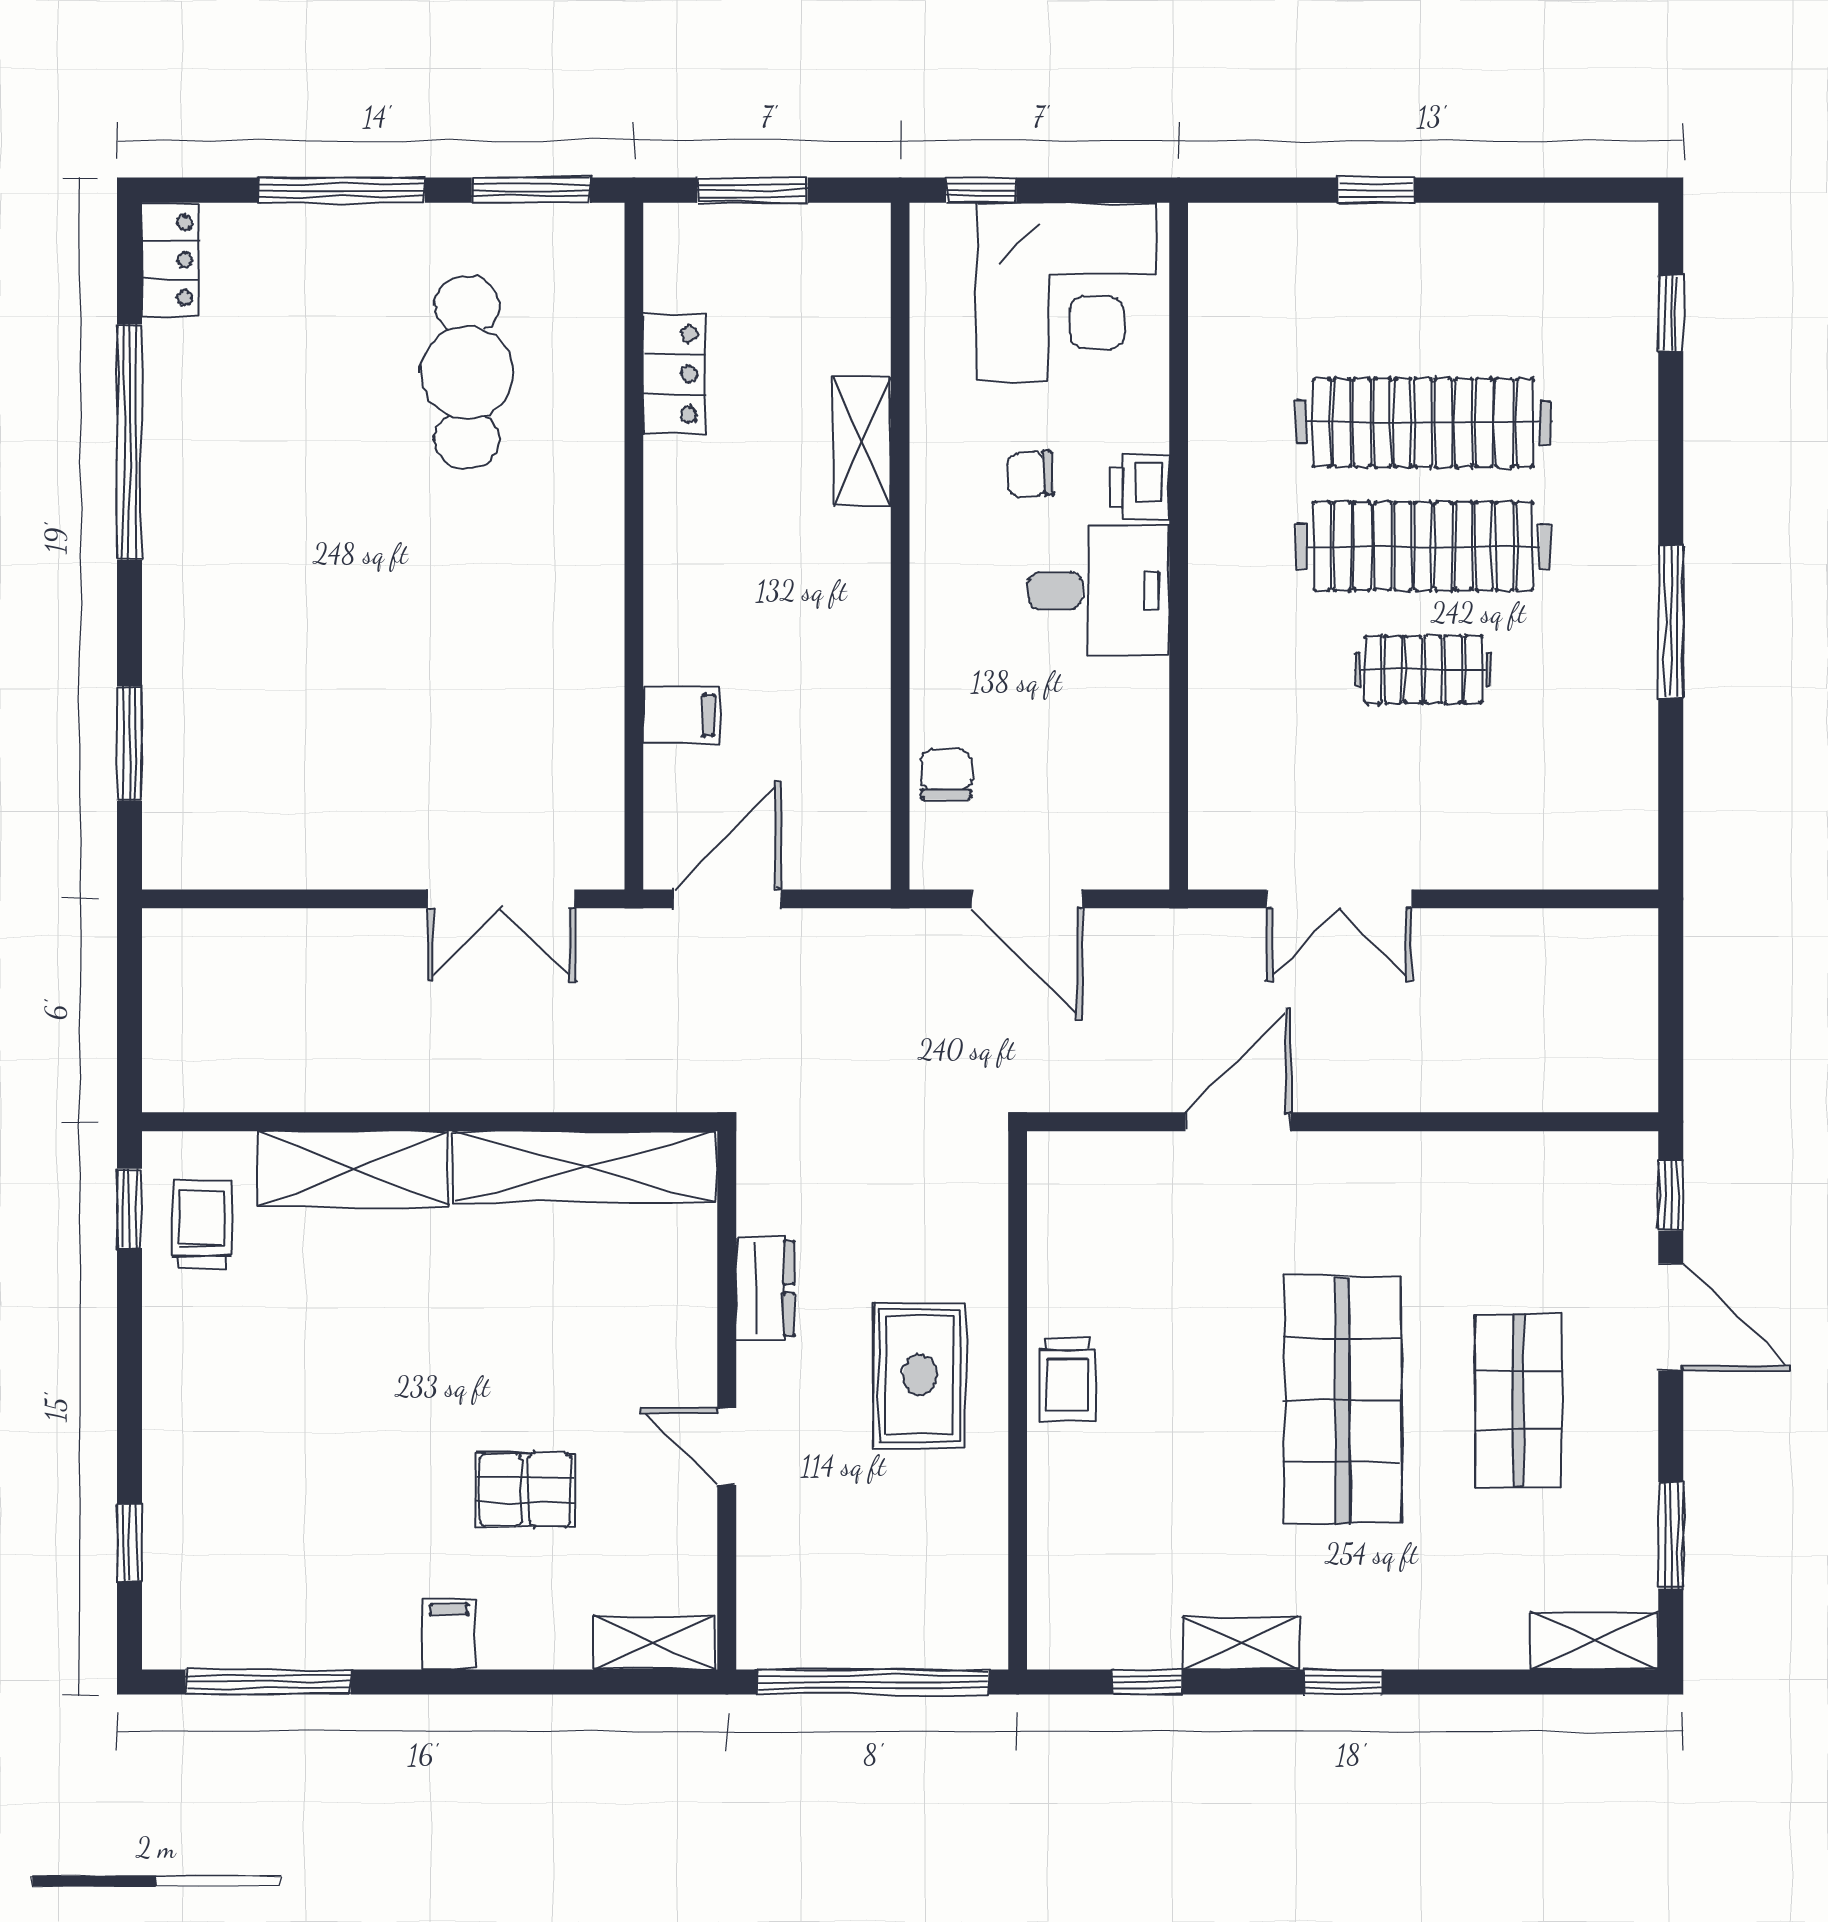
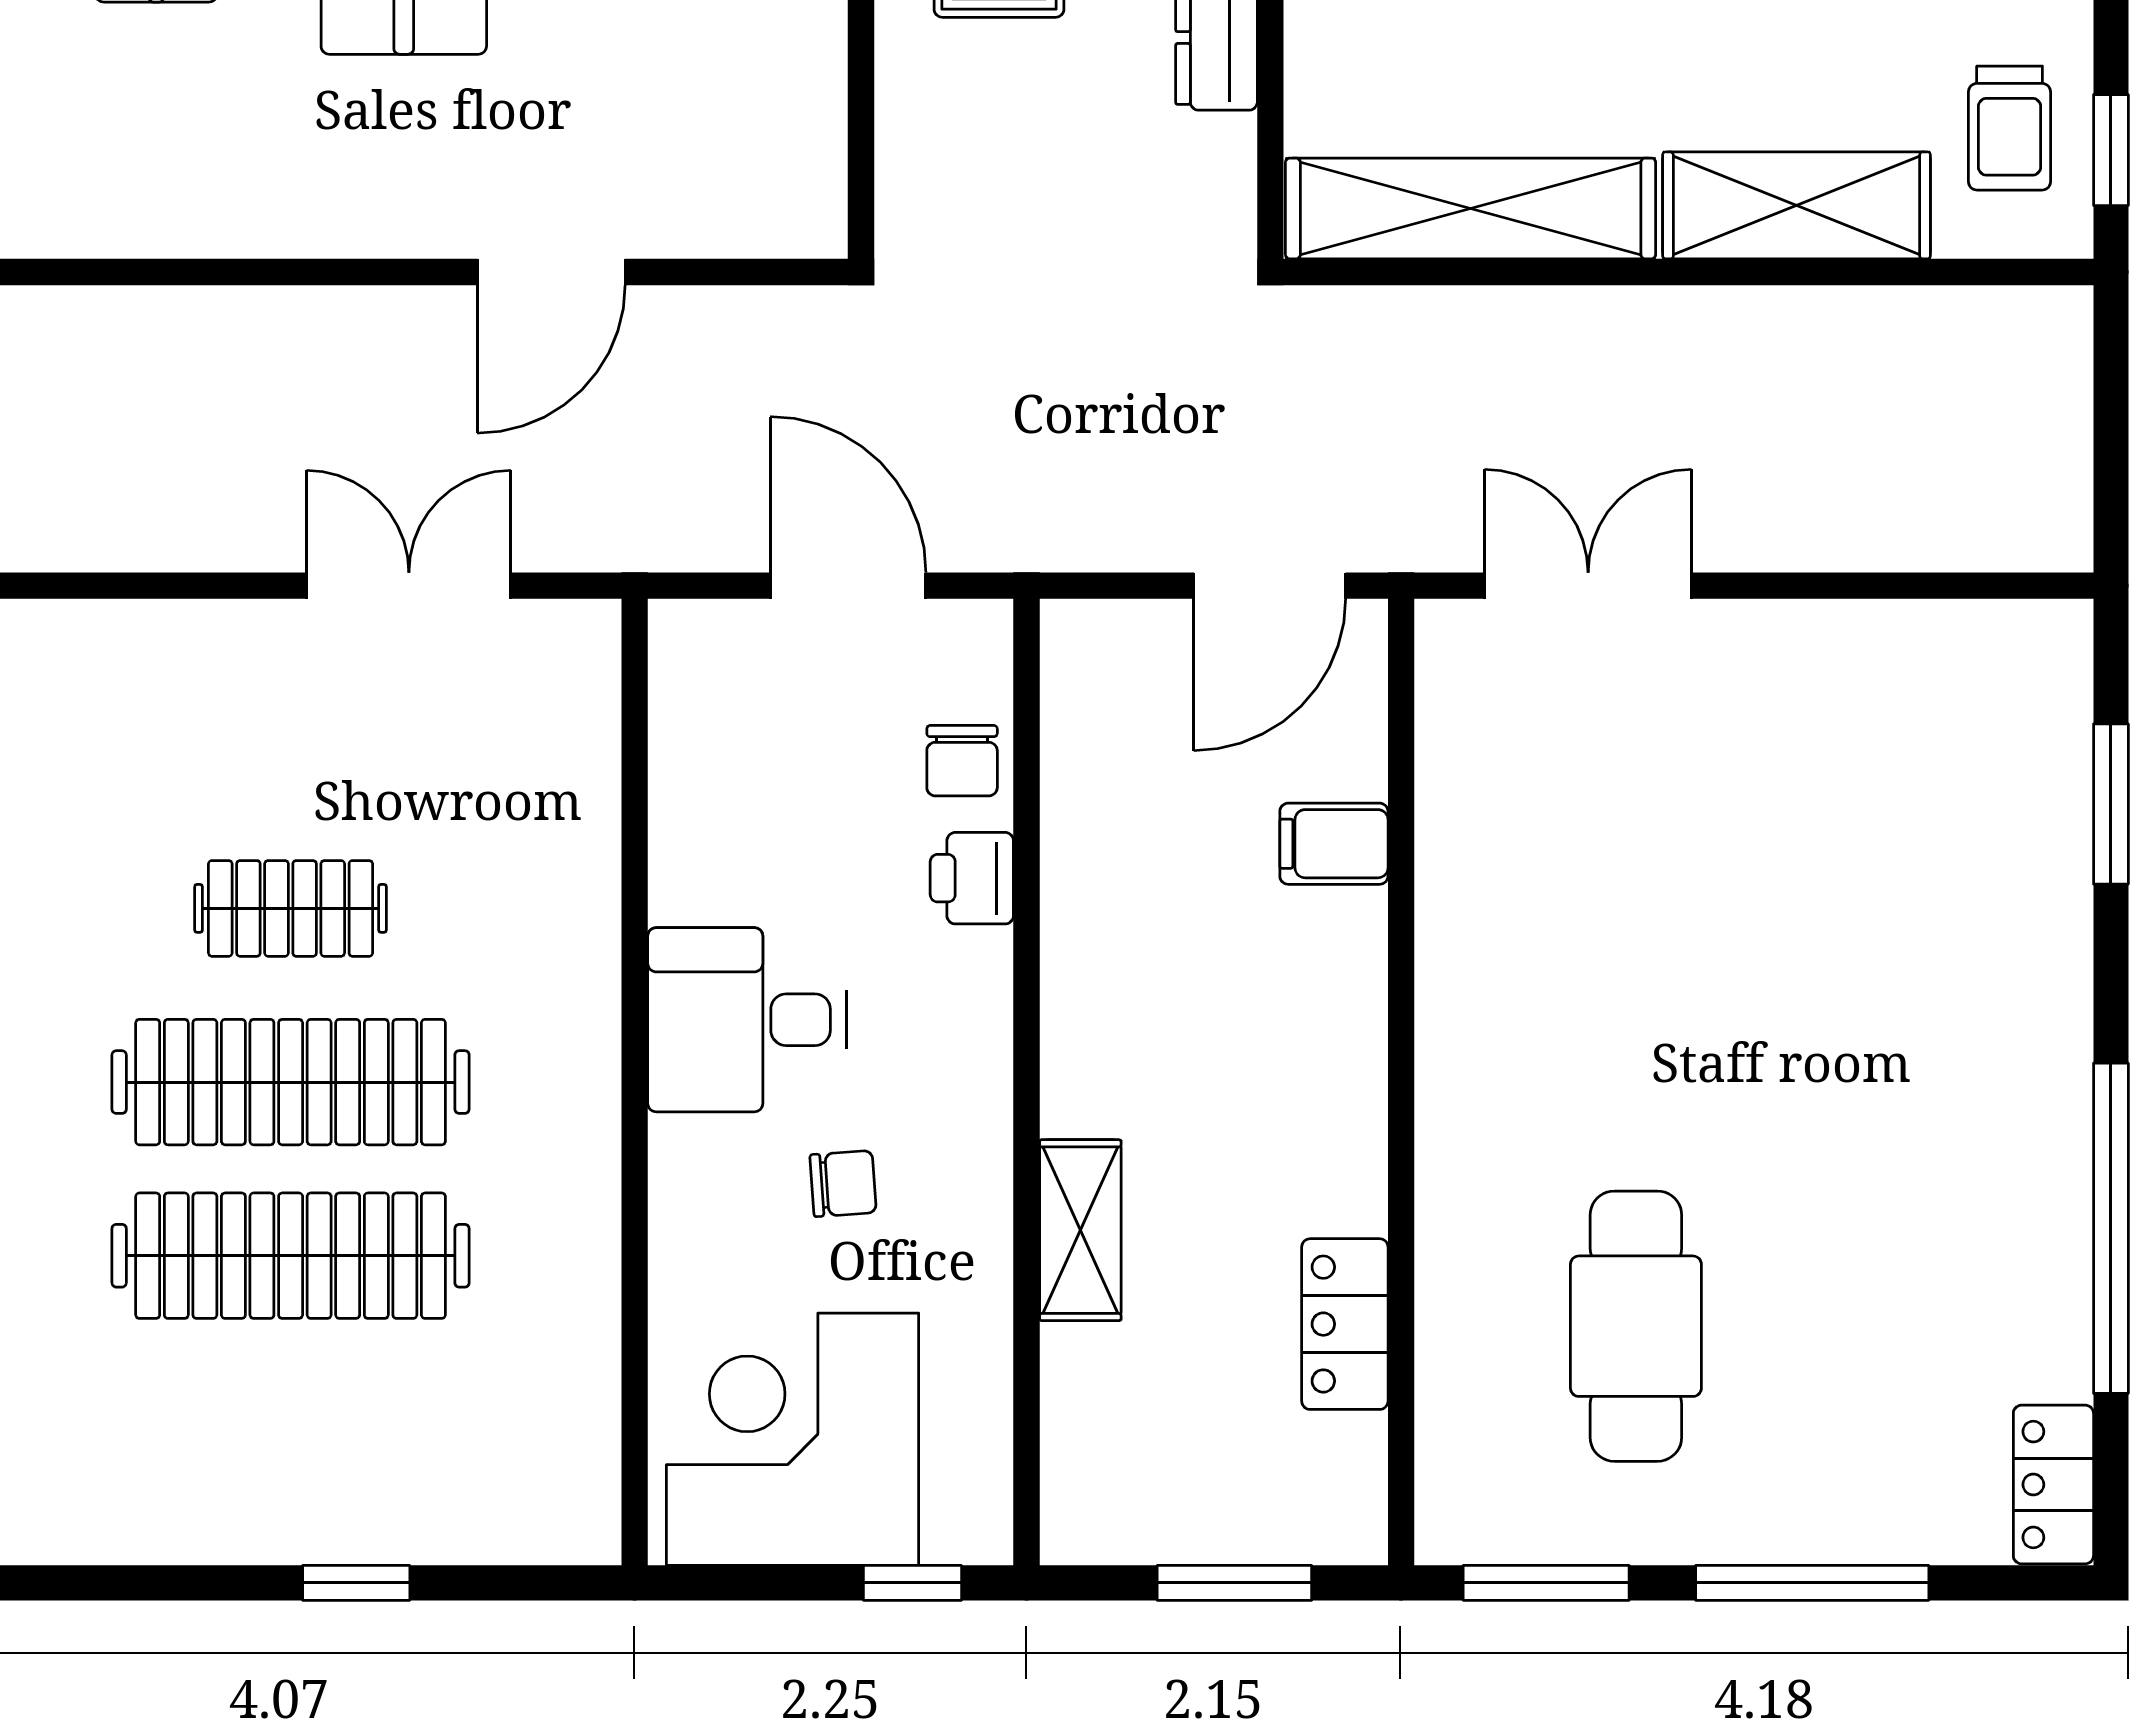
printer: (1140, 487) -> (972, 878), moved, turned 180

